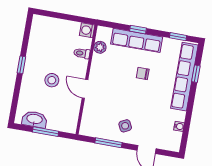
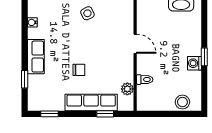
washing machine: (87, 30) -> (194, 63), moved, turned 180
window: (138, 30) -> (105, 114), moved
row of seats: (184, 77) -> (36, 57), width x0.50
stool: (52, 80) -> (182, 102), moved

